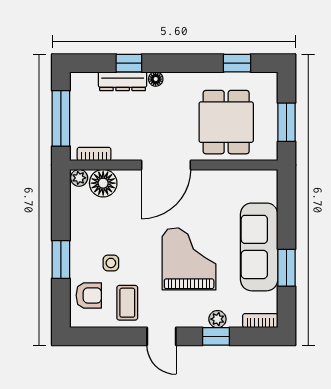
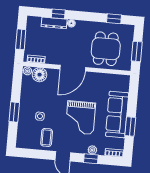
window: (61, 118) -> (21, 39), width x0.69
grand piano: (189, 259) -> (80, 118), turned 180
armchair: (89, 295) -> (27, 132), removed

